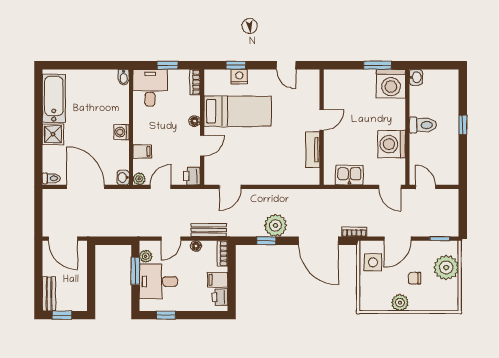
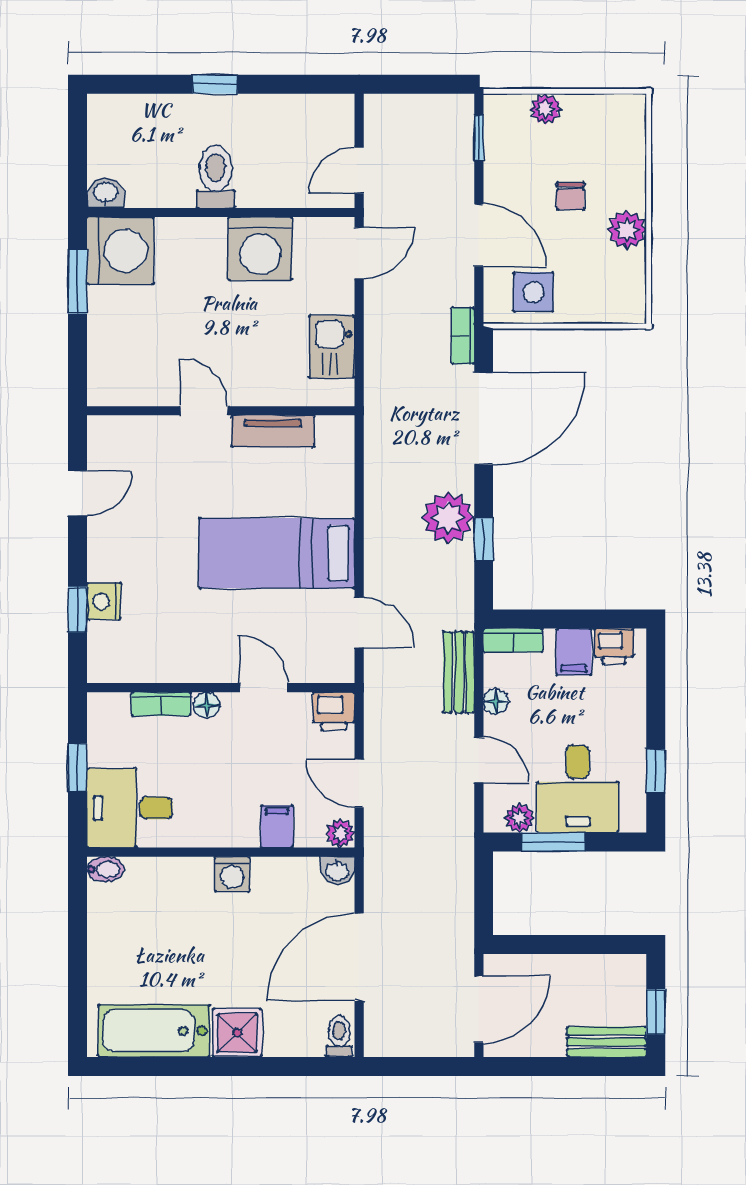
bookcase: (195, 82) -> (161, 704), moved
bed: (238, 111) -> (277, 553), moved, turned -90
plant: (446, 268) -> (546, 109), width x0.53, depth x0.53

